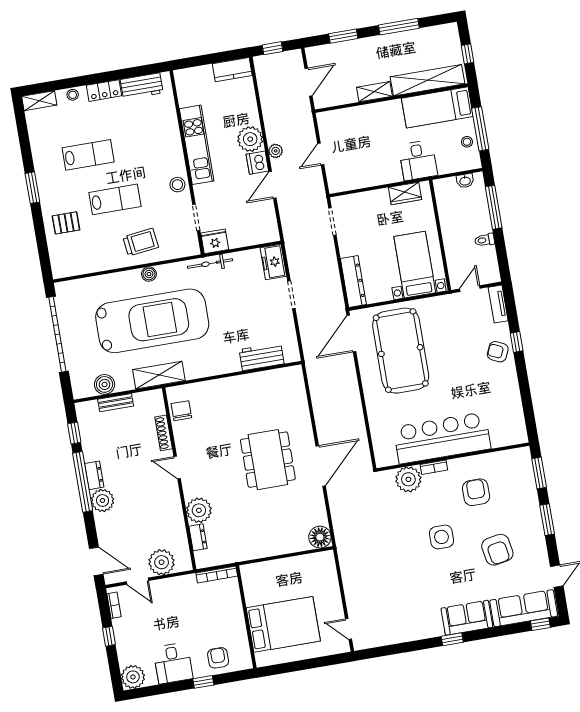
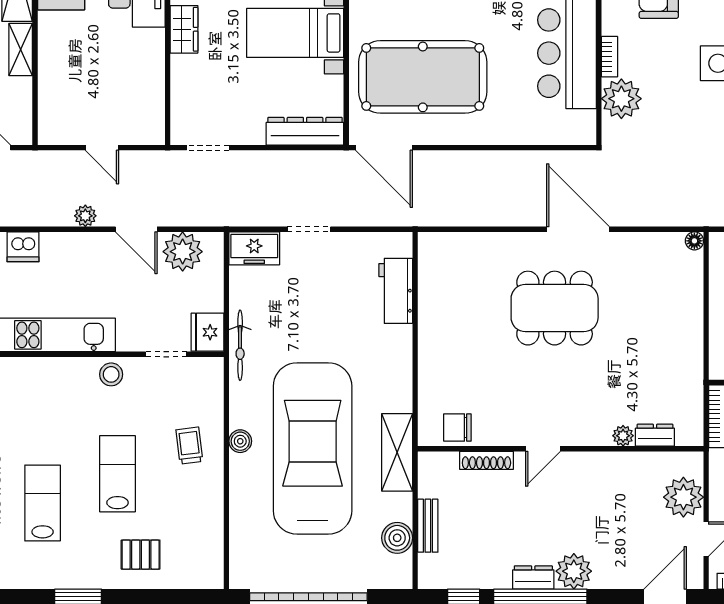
plant: (250, 139) -> (183, 252), moved
dishwasher: (257, 163) -> (23, 247), moved
pallet: (66, 223) -> (141, 555), turned 90
trolley: (141, 242) -> (189, 446), width x0.73, depth x0.72
plant: (199, 510) -> (623, 436), width x0.53, depth x0.53
floor lamp: (320, 537) -> (694, 241), width x0.53, depth x0.53

